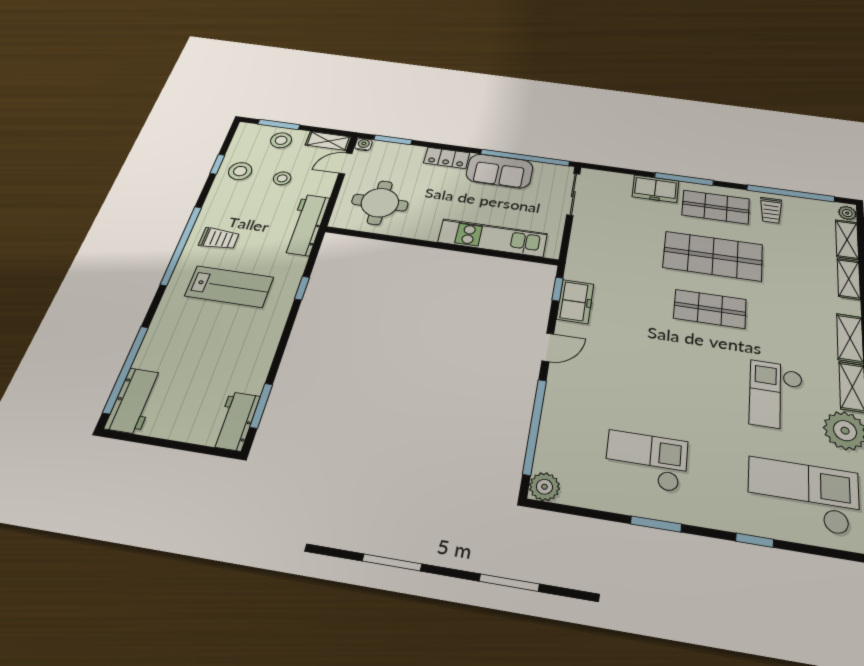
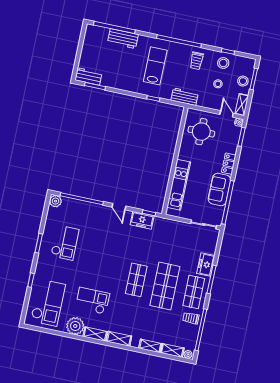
workbench: (306, 225) -> (185, 97), width x0.73
trolley: (219, 239) -> (197, 61), moved
lab bench: (229, 287) -> (155, 66), turned 180
workbench: (134, 401) -> (123, 39), moved

